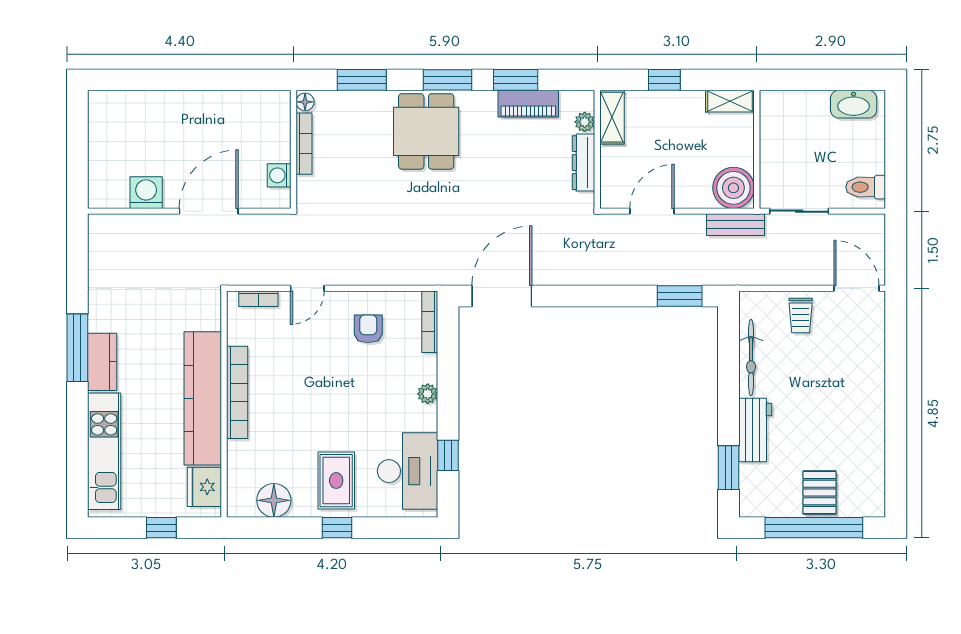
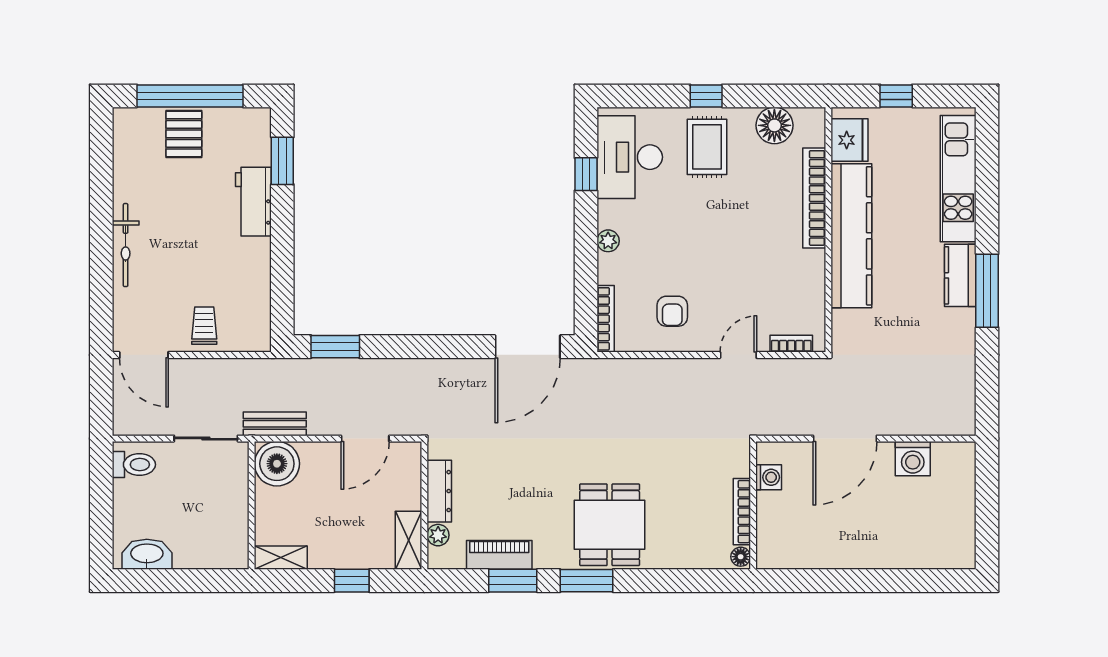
window: (362, 80) -> (679, 581), removed
bicycle: (751, 358) -> (126, 245), moved, turned 180
bookcase: (237, 392) -> (814, 198), moved

